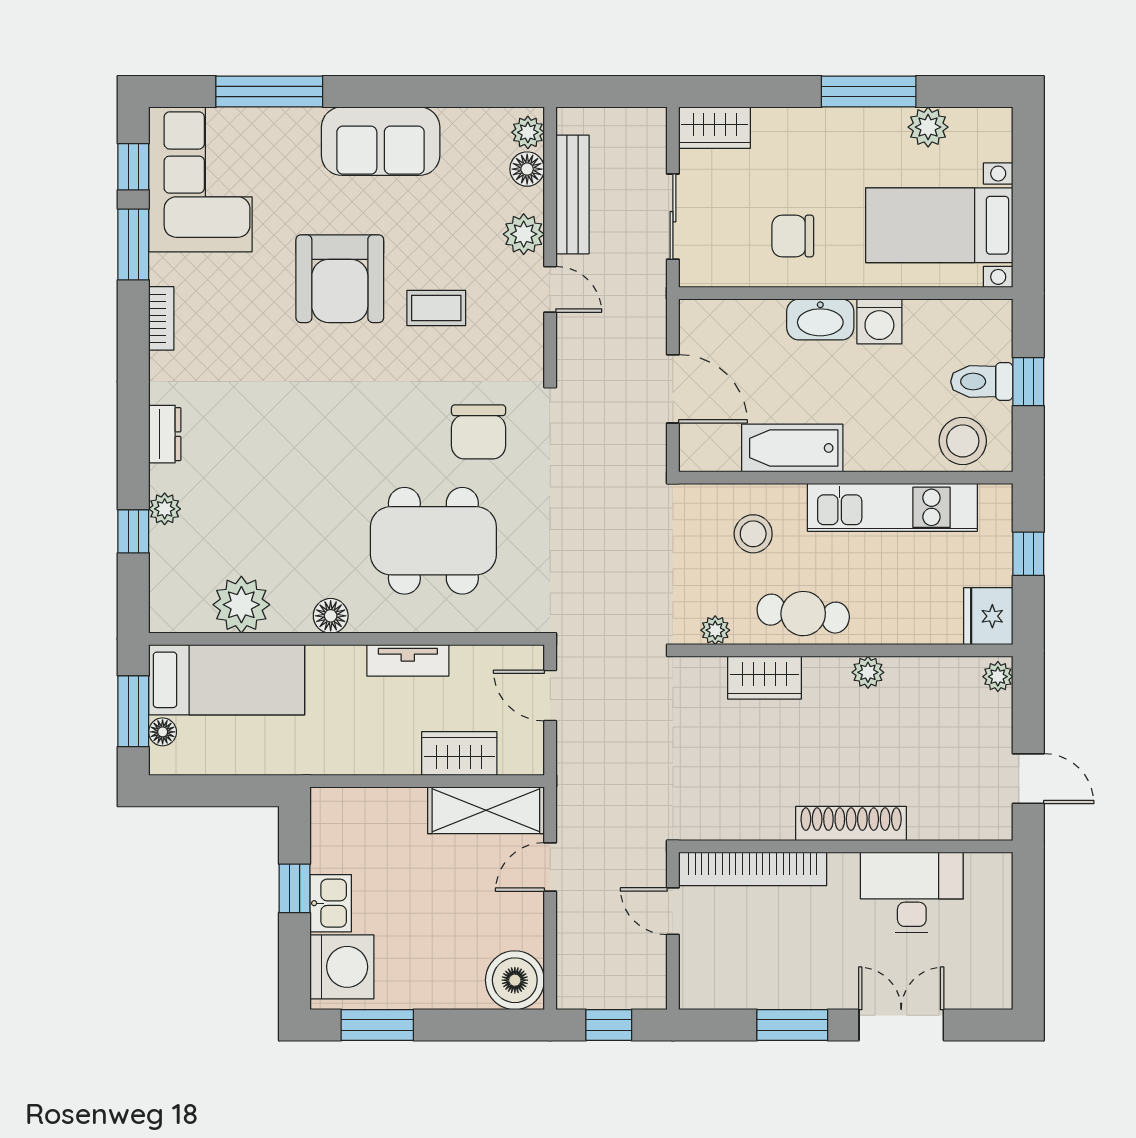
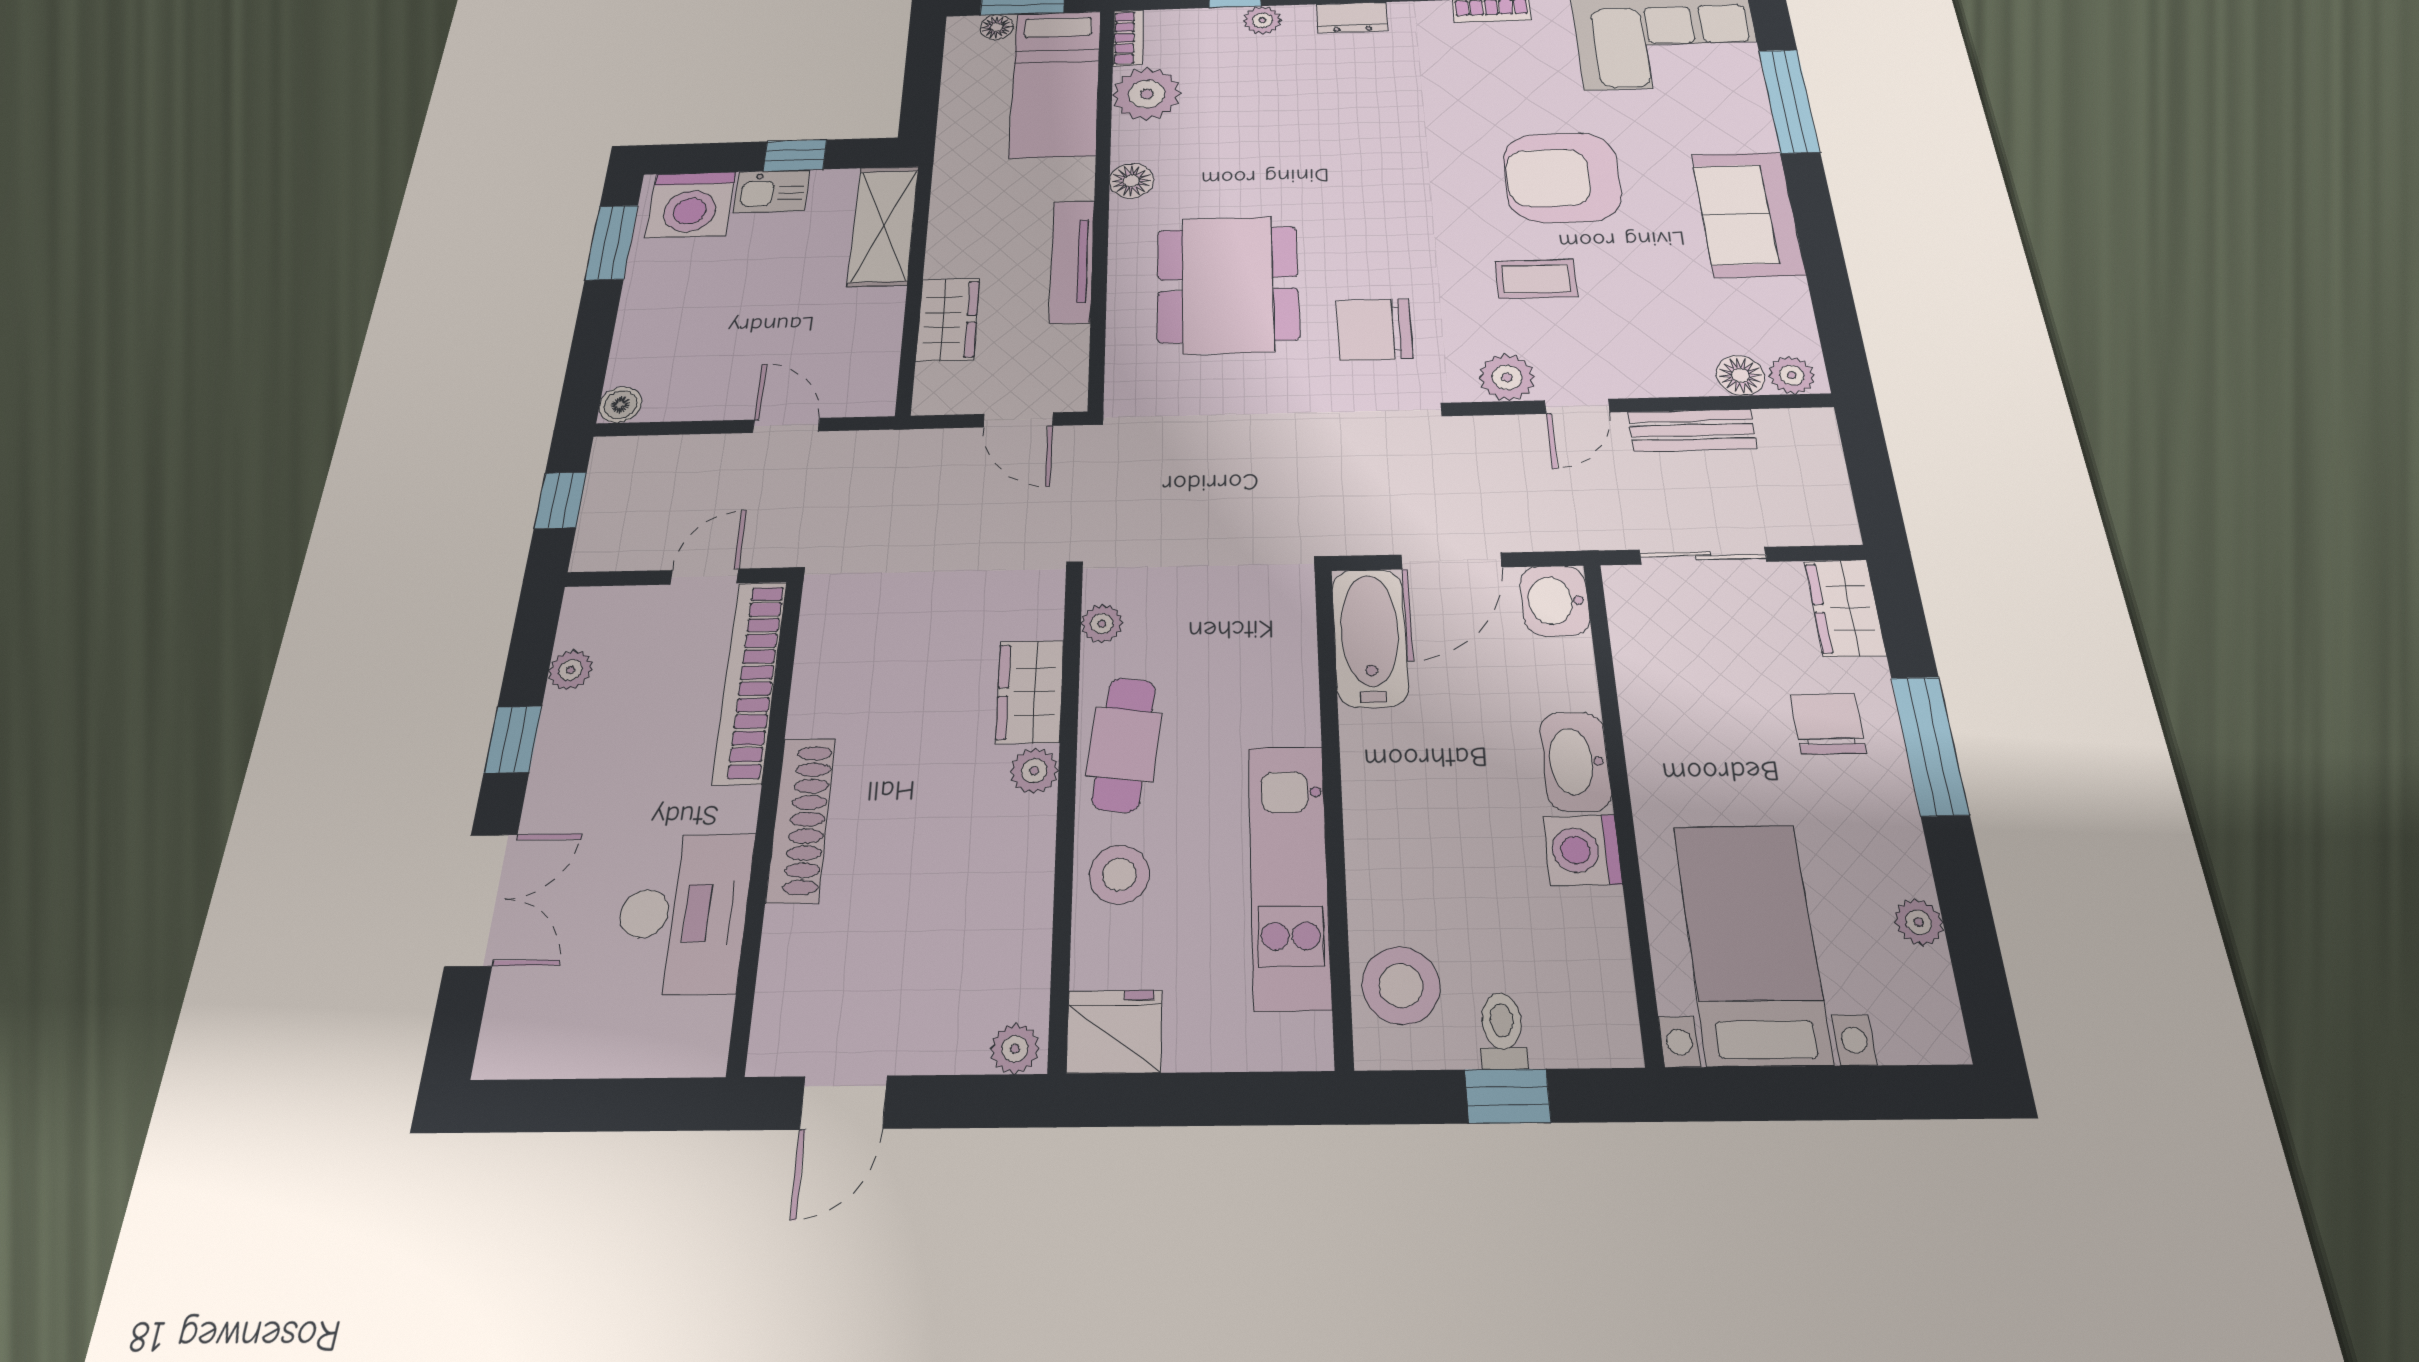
window: (869, 92) -> (1930, 745), moved
plant: (928, 127) -> (1919, 922), width x0.73, depth x0.73
bench: (572, 194) -> (1692, 430), width x0.73
plant: (524, 234) -> (1507, 377), moved
chair: (793, 236) -> (1828, 724), moved
coffee table: (436, 308) -> (1536, 279), turned 90
washbasin: (705, 321) -> (1555, 601), added
toilet: (982, 382) -> (1502, 1031), width x0.73, depth x0.72
bathtub: (792, 448) -> (1370, 637), moved
stool: (753, 534) -> (1119, 874), moved
window: (1028, 554) -> (1217, 1099), removed
bookcase: (179, 621) -> (1128, 38), added
tv unit: (408, 660) -> (1072, 261), width x1.41
plant: (868, 672) -> (1034, 771), moved
door: (550, 695) -> (1018, 420), swing flipped
shelving: (486, 810) -> (884, 226), moved
boiler: (515, 980) -> (620, 405), width x0.54, depth x0.54
plant: (742, 995) -> (571, 670), added
window: (792, 1025) -> (513, 739), width x0.67

